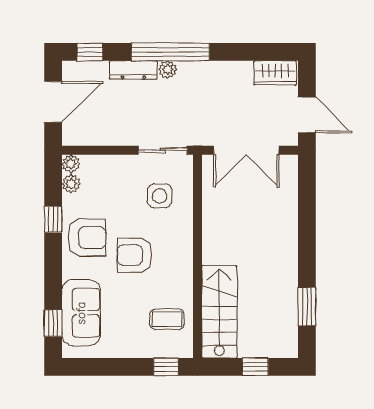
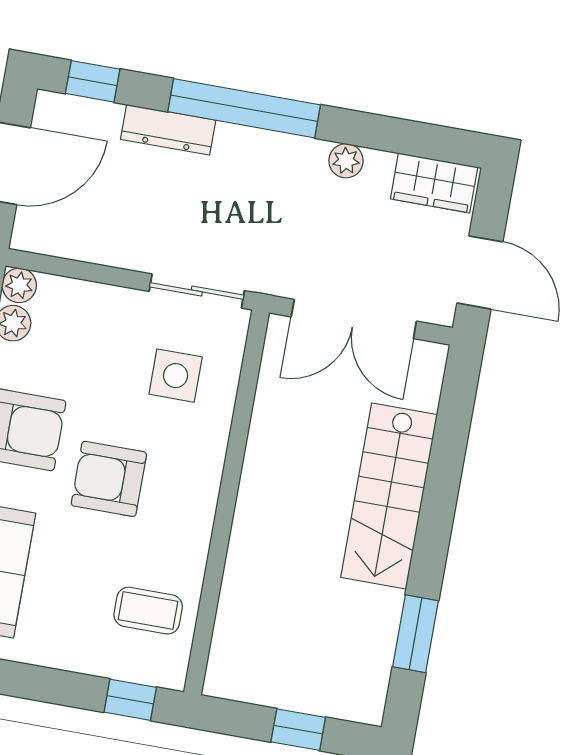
plant: (168, 70) -> (346, 161), moved
stairs: (219, 312) -> (389, 496), moved, turned 180

